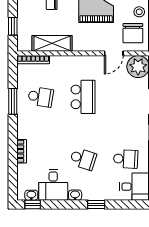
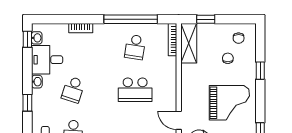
shelving: (52, 43) -> (189, 43), moved
window: (13, 101) -> (131, 19), width x2.11

